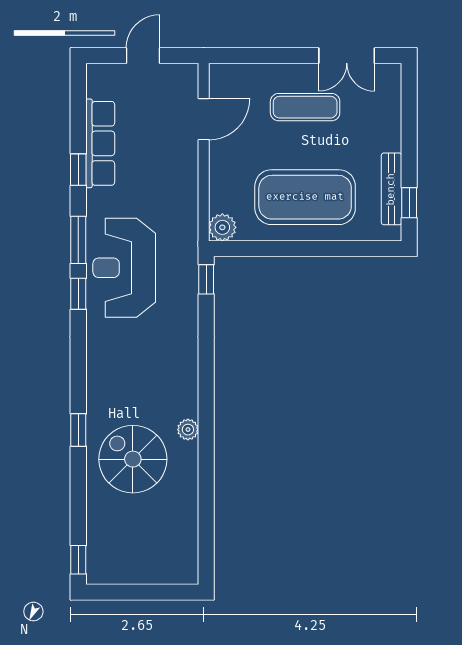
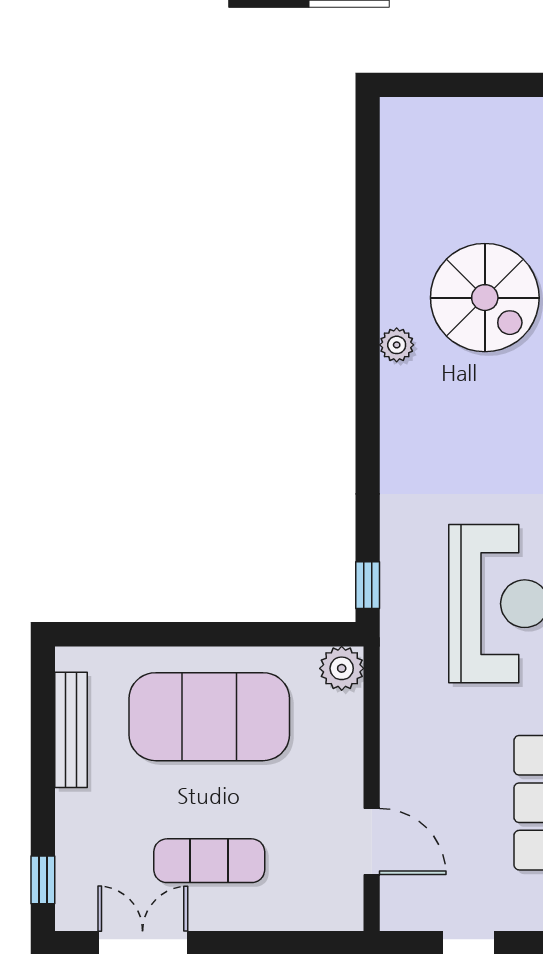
door: (204, 119) -> (372, 841), swing flipped
window: (409, 203) -> (43, 880), moved

